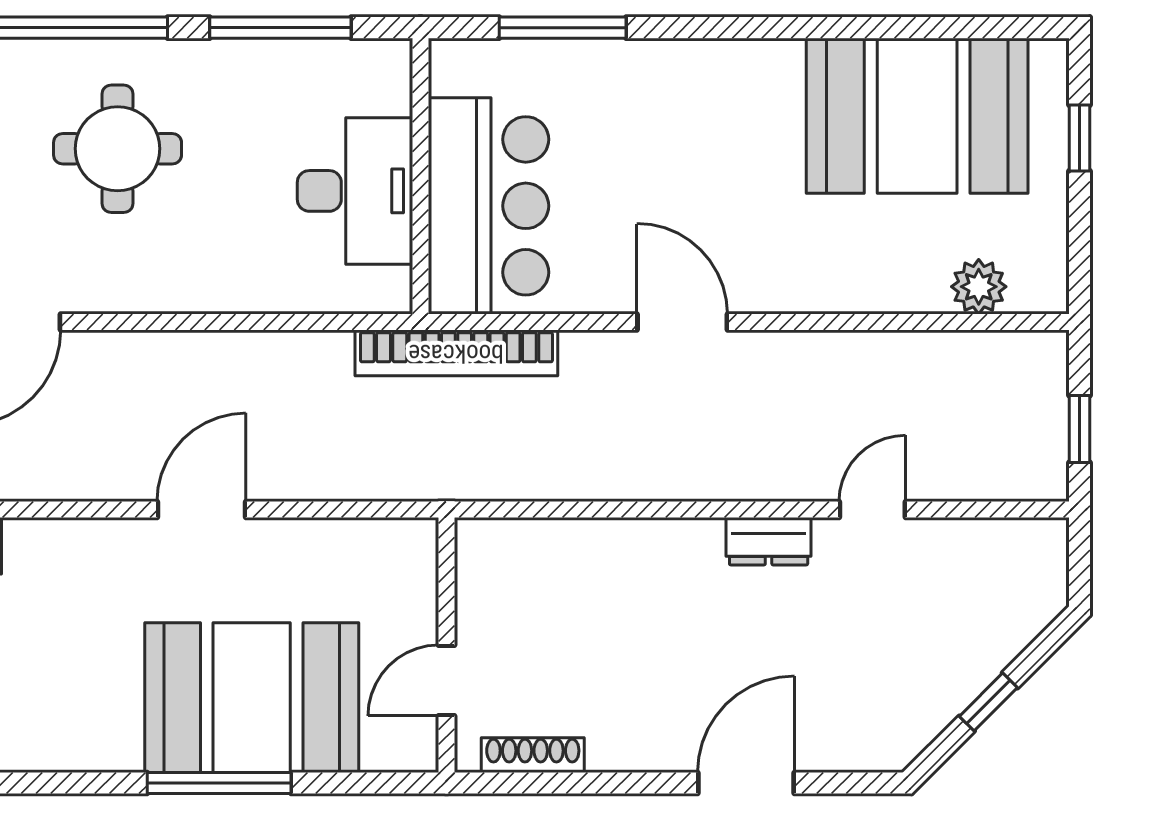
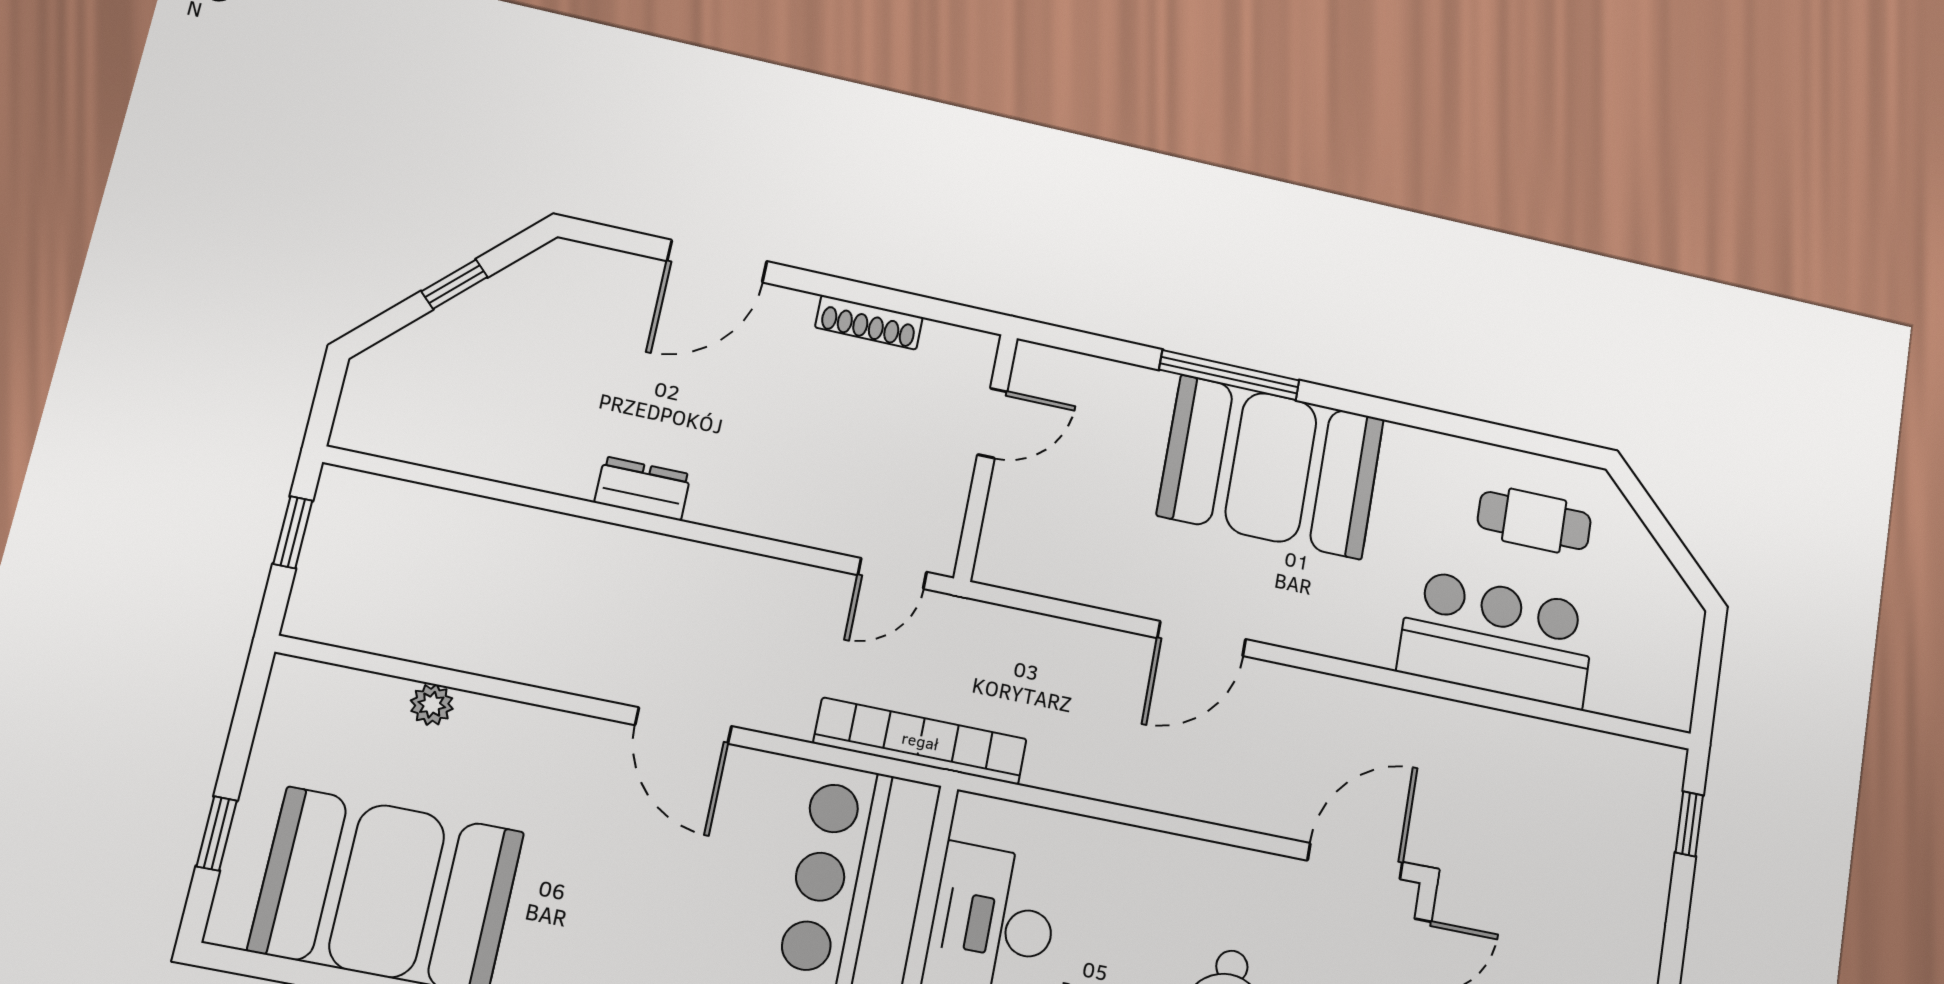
plant: (979, 287) -> (432, 705), moved, width x0.73, depth x0.73
door: (872, 510) -> (892, 573), moved
booth: (252, 698) -> (1271, 467), moved
shoe rack: (533, 755) -> (869, 322), moved

